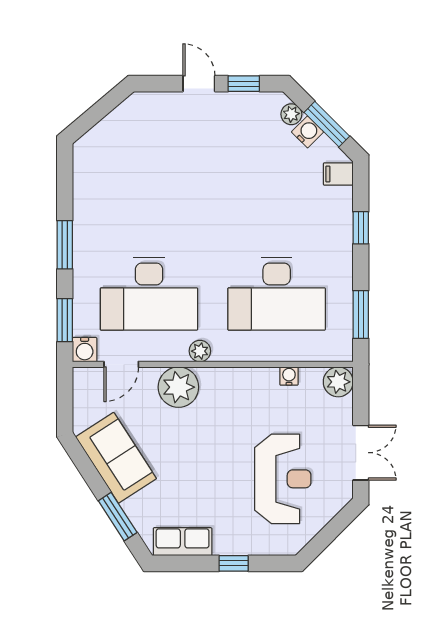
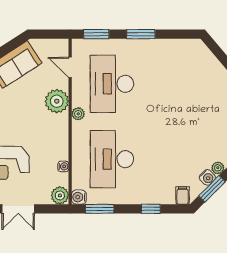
water cooler: (85, 350) -> (79, 197), moved

